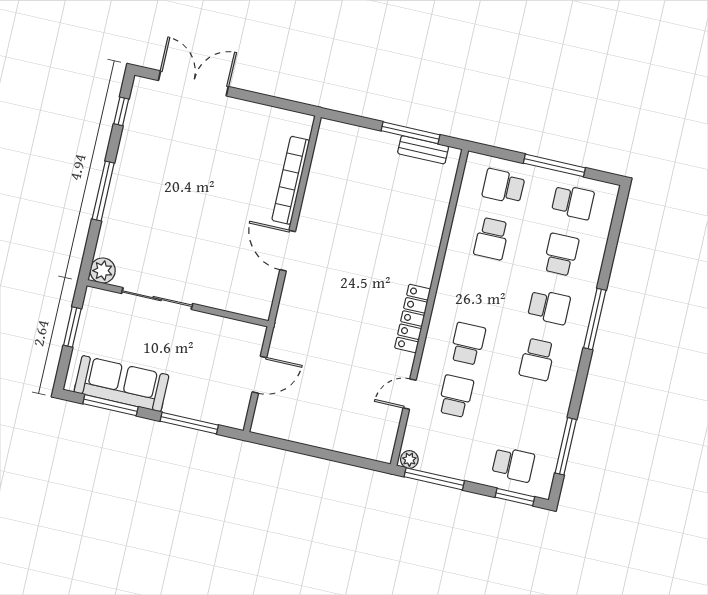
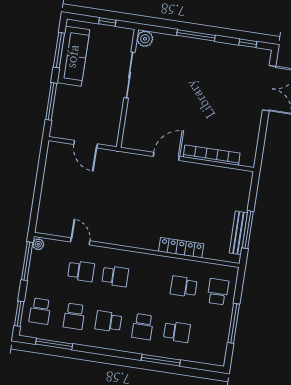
bench: (423, 150) -> (238, 233), width x1.36
school desk: (573, 202) -> (74, 316), moved
locker: (413, 319) -> (181, 248), moved
window: (595, 319) -> (161, 360), moved
window: (72, 327) -> (107, 22), width x0.67

